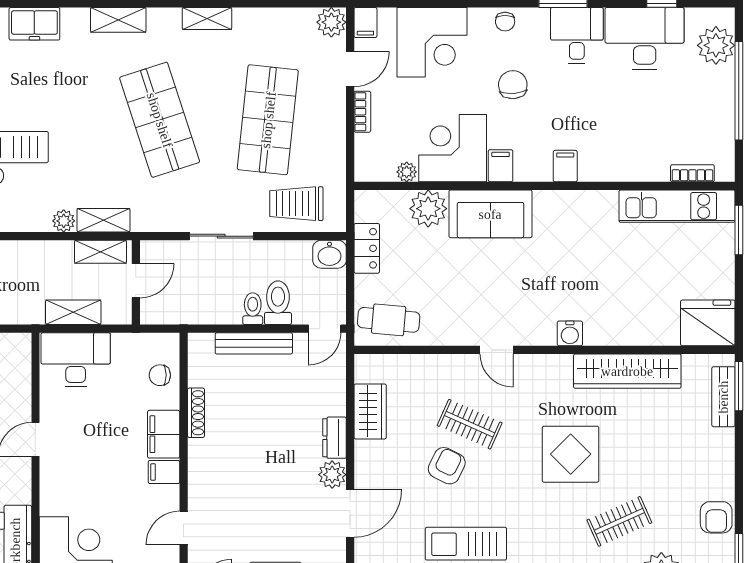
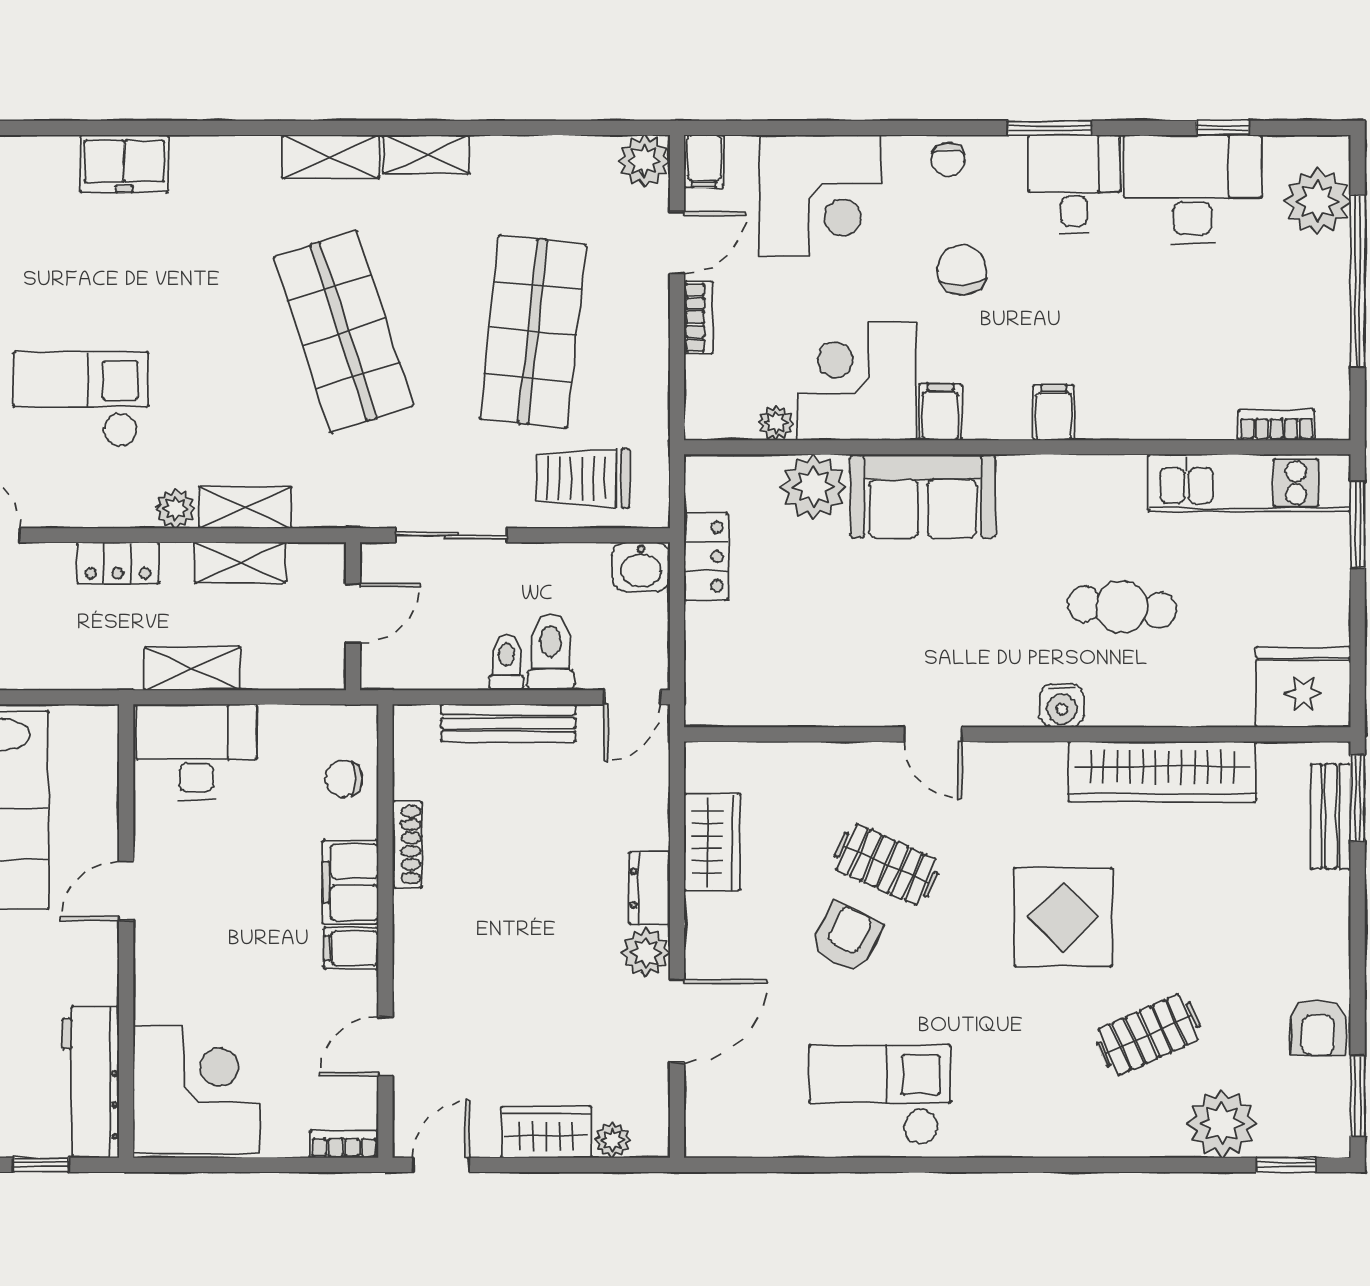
shelving: (118, 20) -> (331, 157), moved
locker: (31, 252) -> (118, 563), added
door: (136, 281) -> (353, 613), moved
wall: (136, 282) -> (353, 616), moved
cafe table: (389, 320) -> (1122, 607), moved

